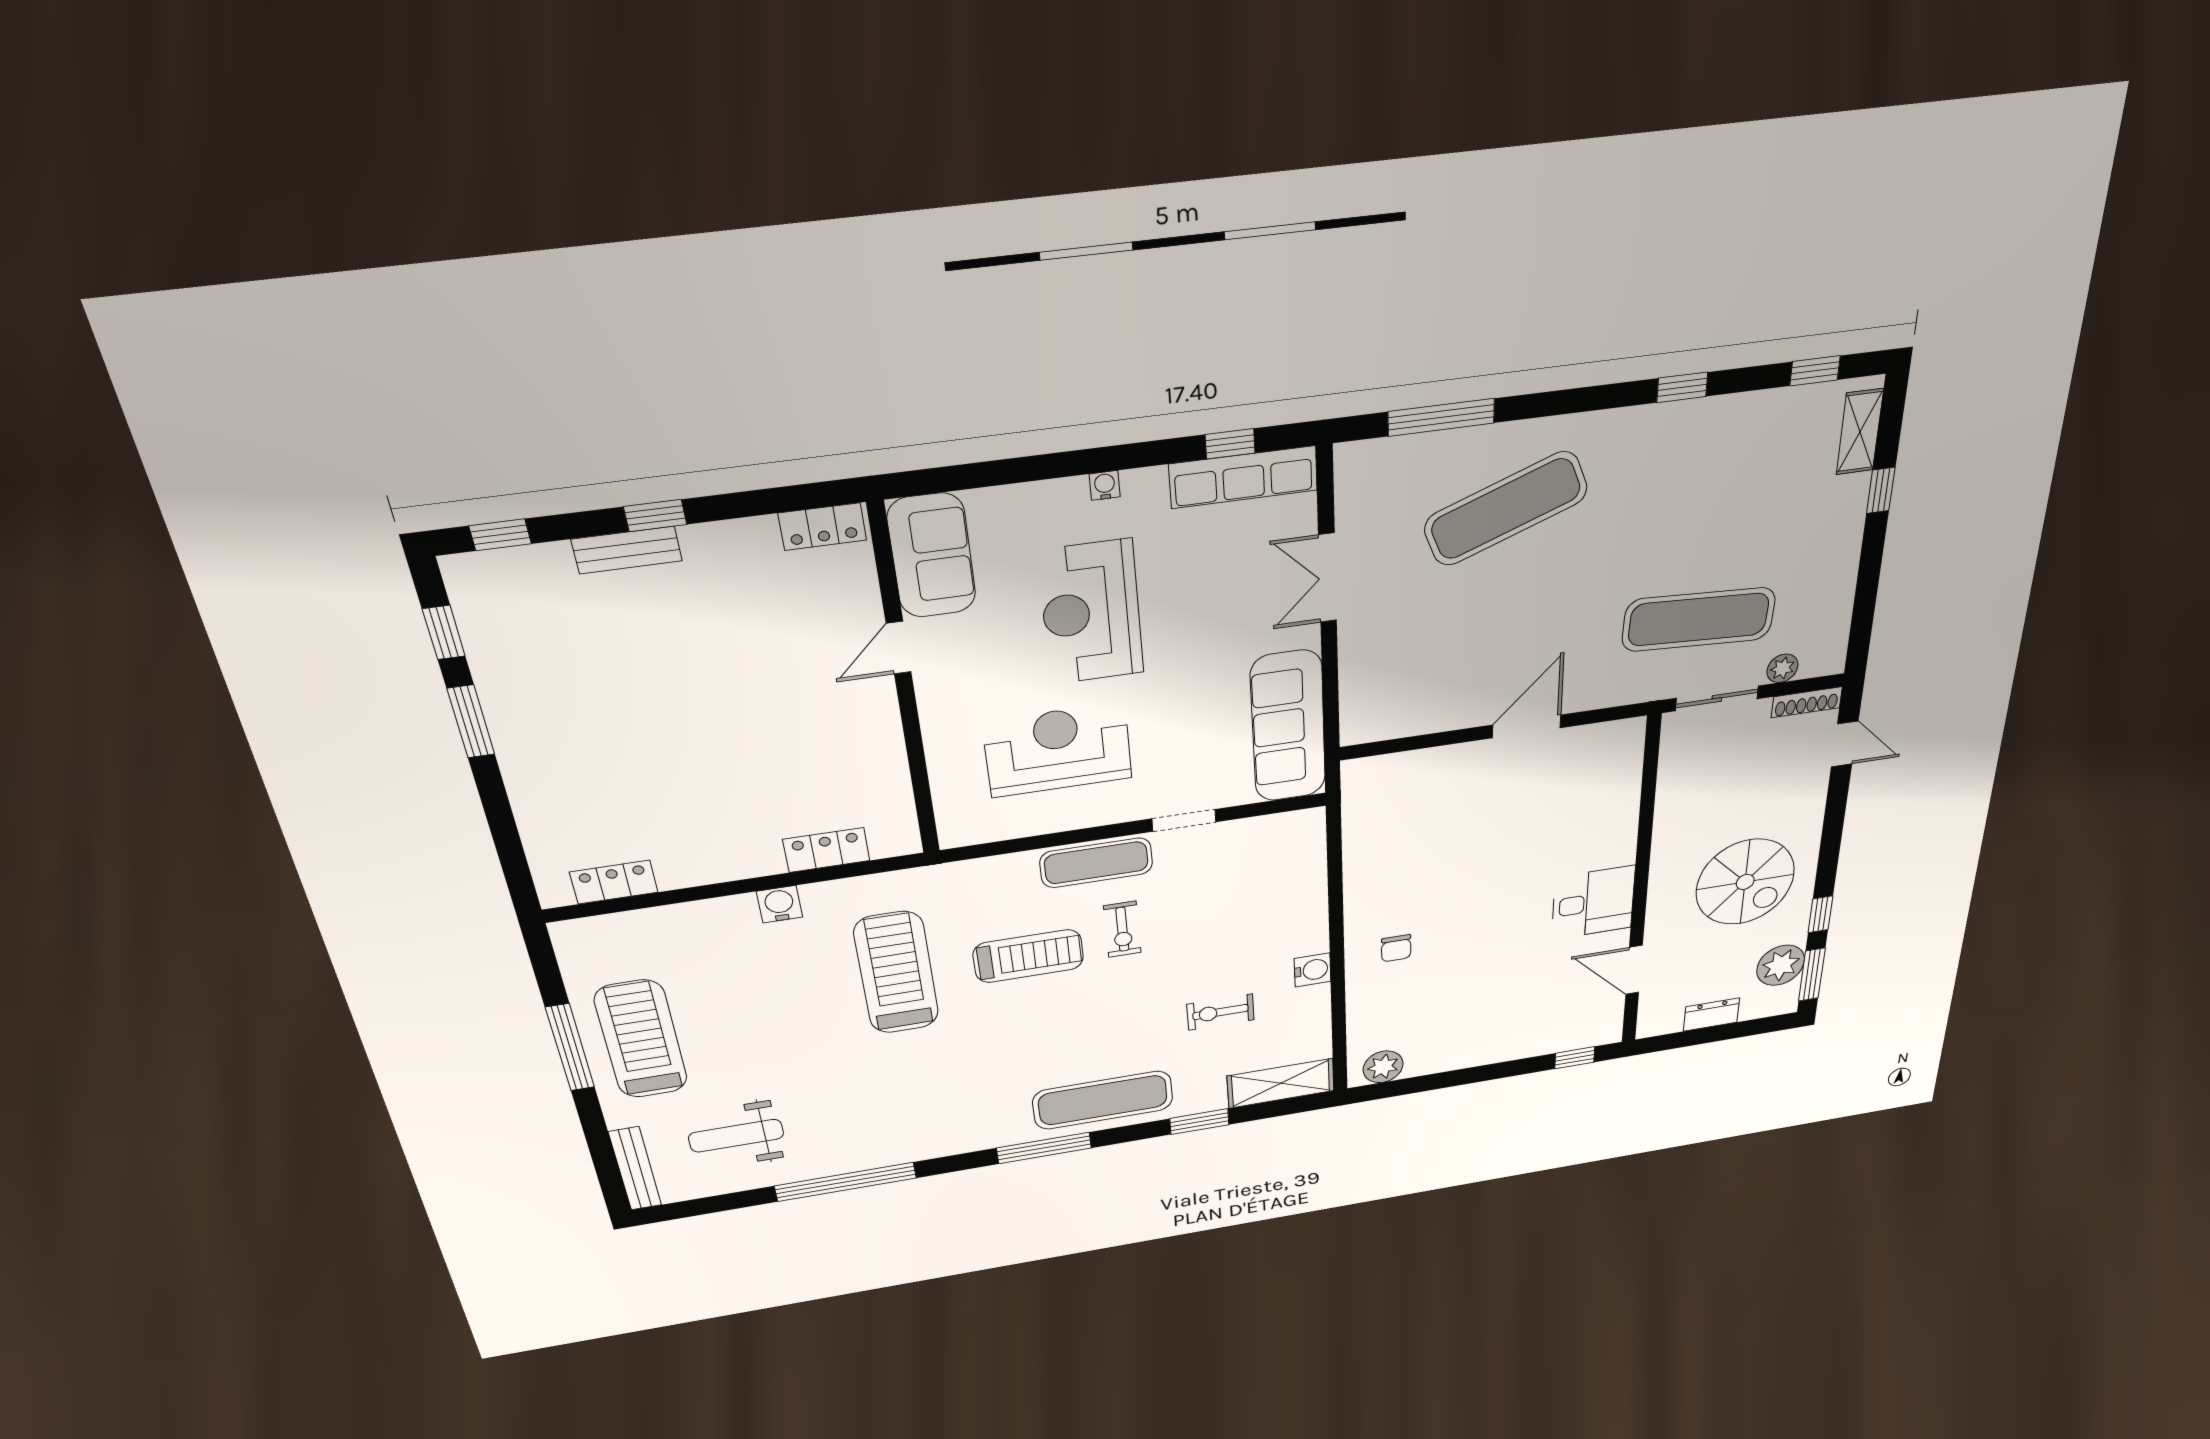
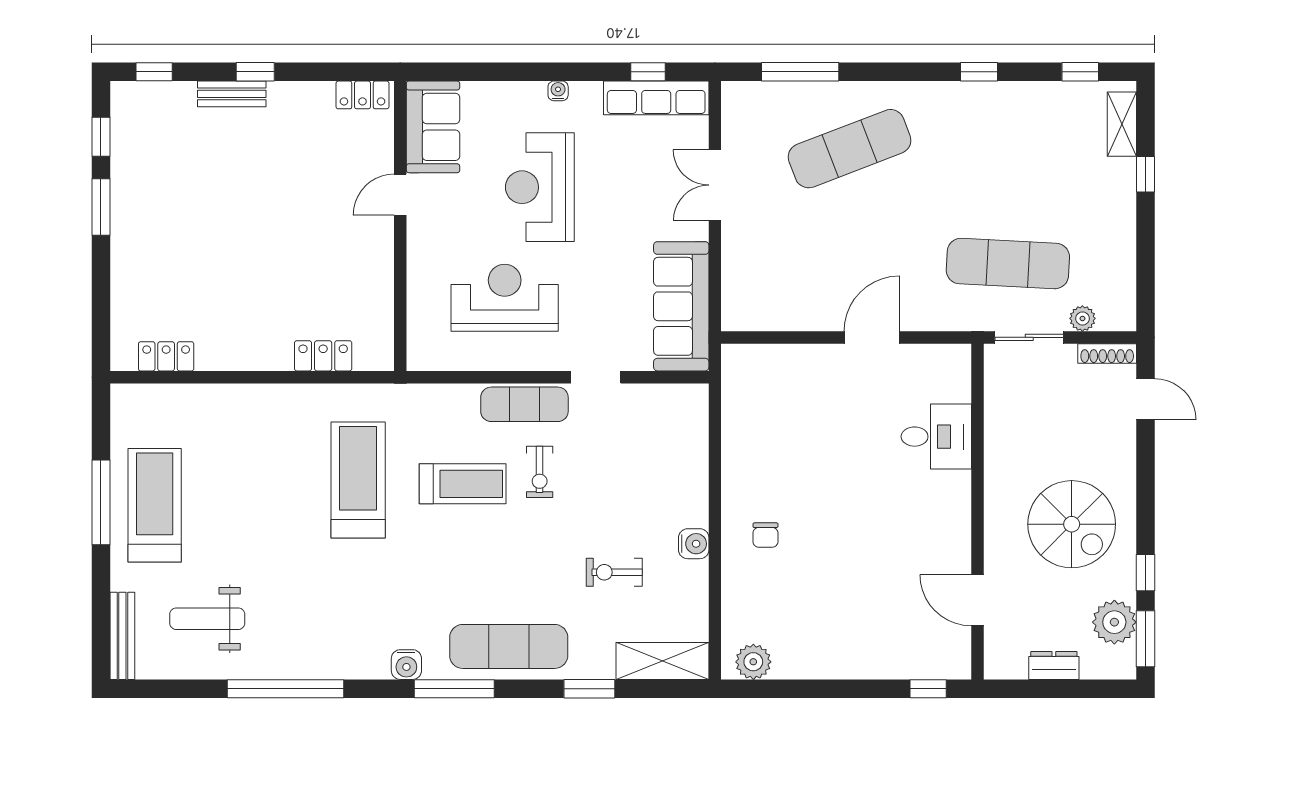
desk: (1593, 903) -> (936, 437), moved
water cooler: (779, 904) -> (406, 665), moved, turned 180

